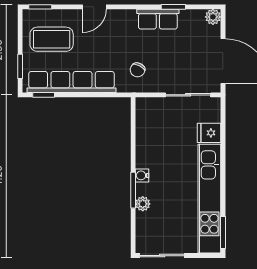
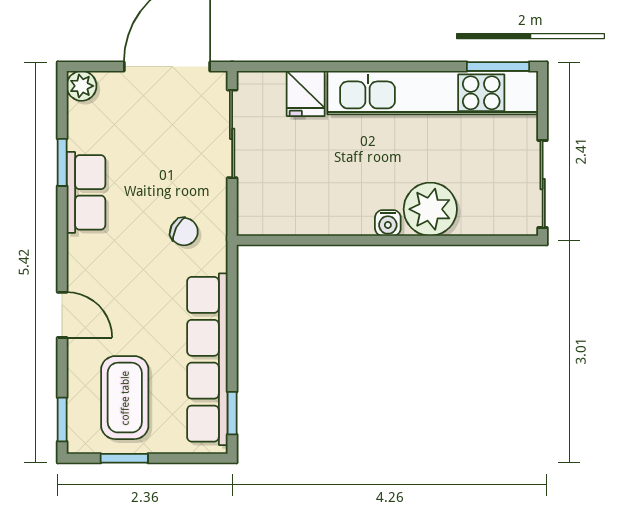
window: (20, 66) -> (124, 458), moved
window: (133, 190) -> (416, 240), removed
plant: (143, 204) -> (430, 209), width x1.88, depth x1.88

